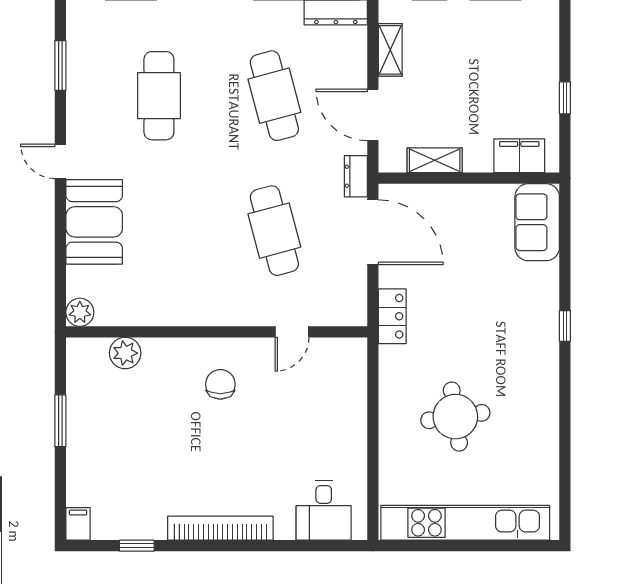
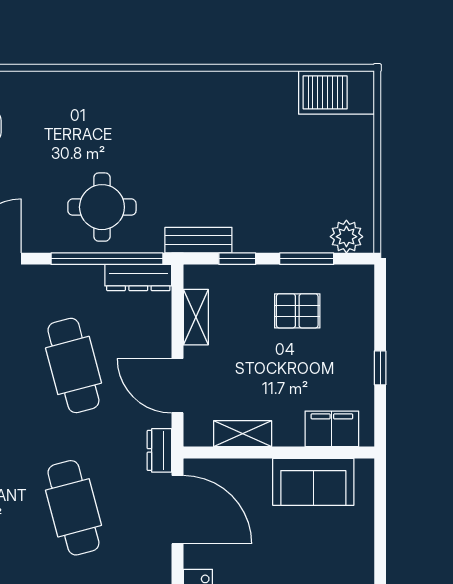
pallet: (486, 44) -> (297, 311), added
sofa: (537, 222) -> (313, 482), moved, turned -90

